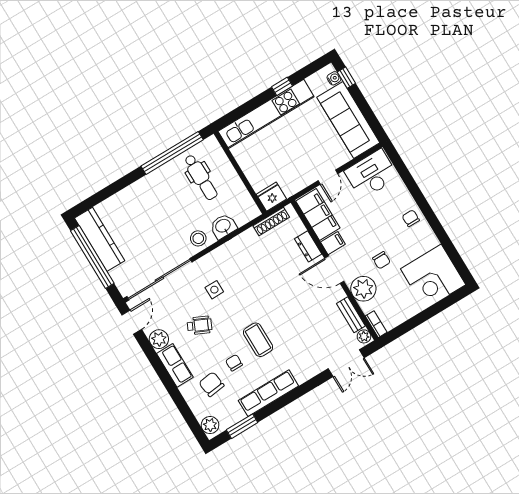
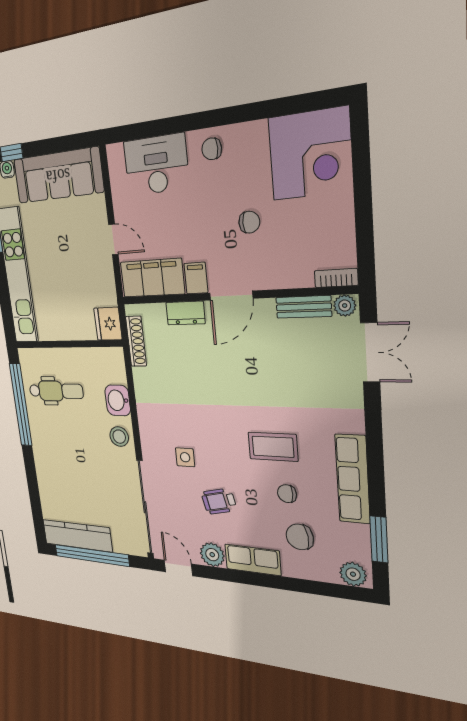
desk: (371, 174) -> (156, 165), moved, turned 90
plant: (363, 289) -> (276, 269), removed
wheelchair: (200, 325) -> (219, 501), turned -128

